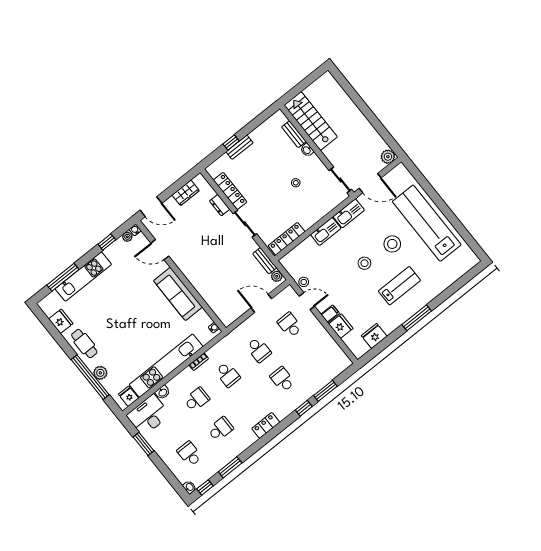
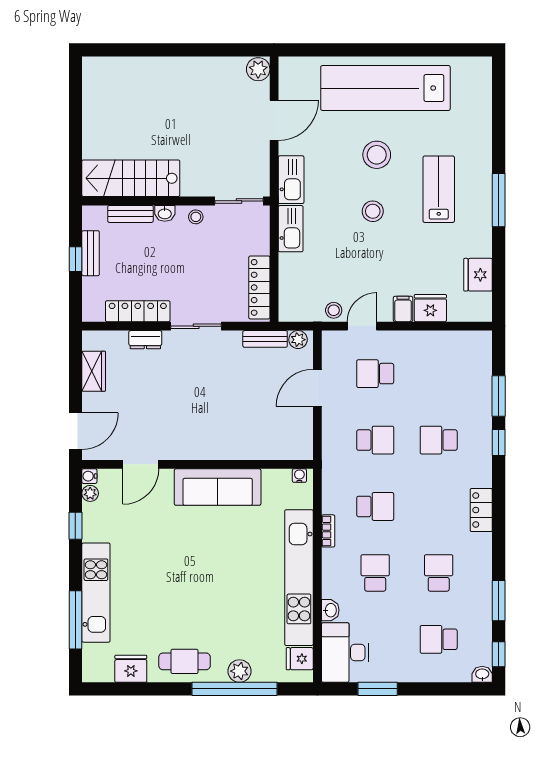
stairs: (311, 121) -> (131, 178), moved
bench: (294, 134) -> (130, 214), moved
washbasin: (307, 150) -> (165, 213), moved
wall: (317, 151) -> (176, 201), moved
sliding door: (340, 180) -> (239, 201), moved

